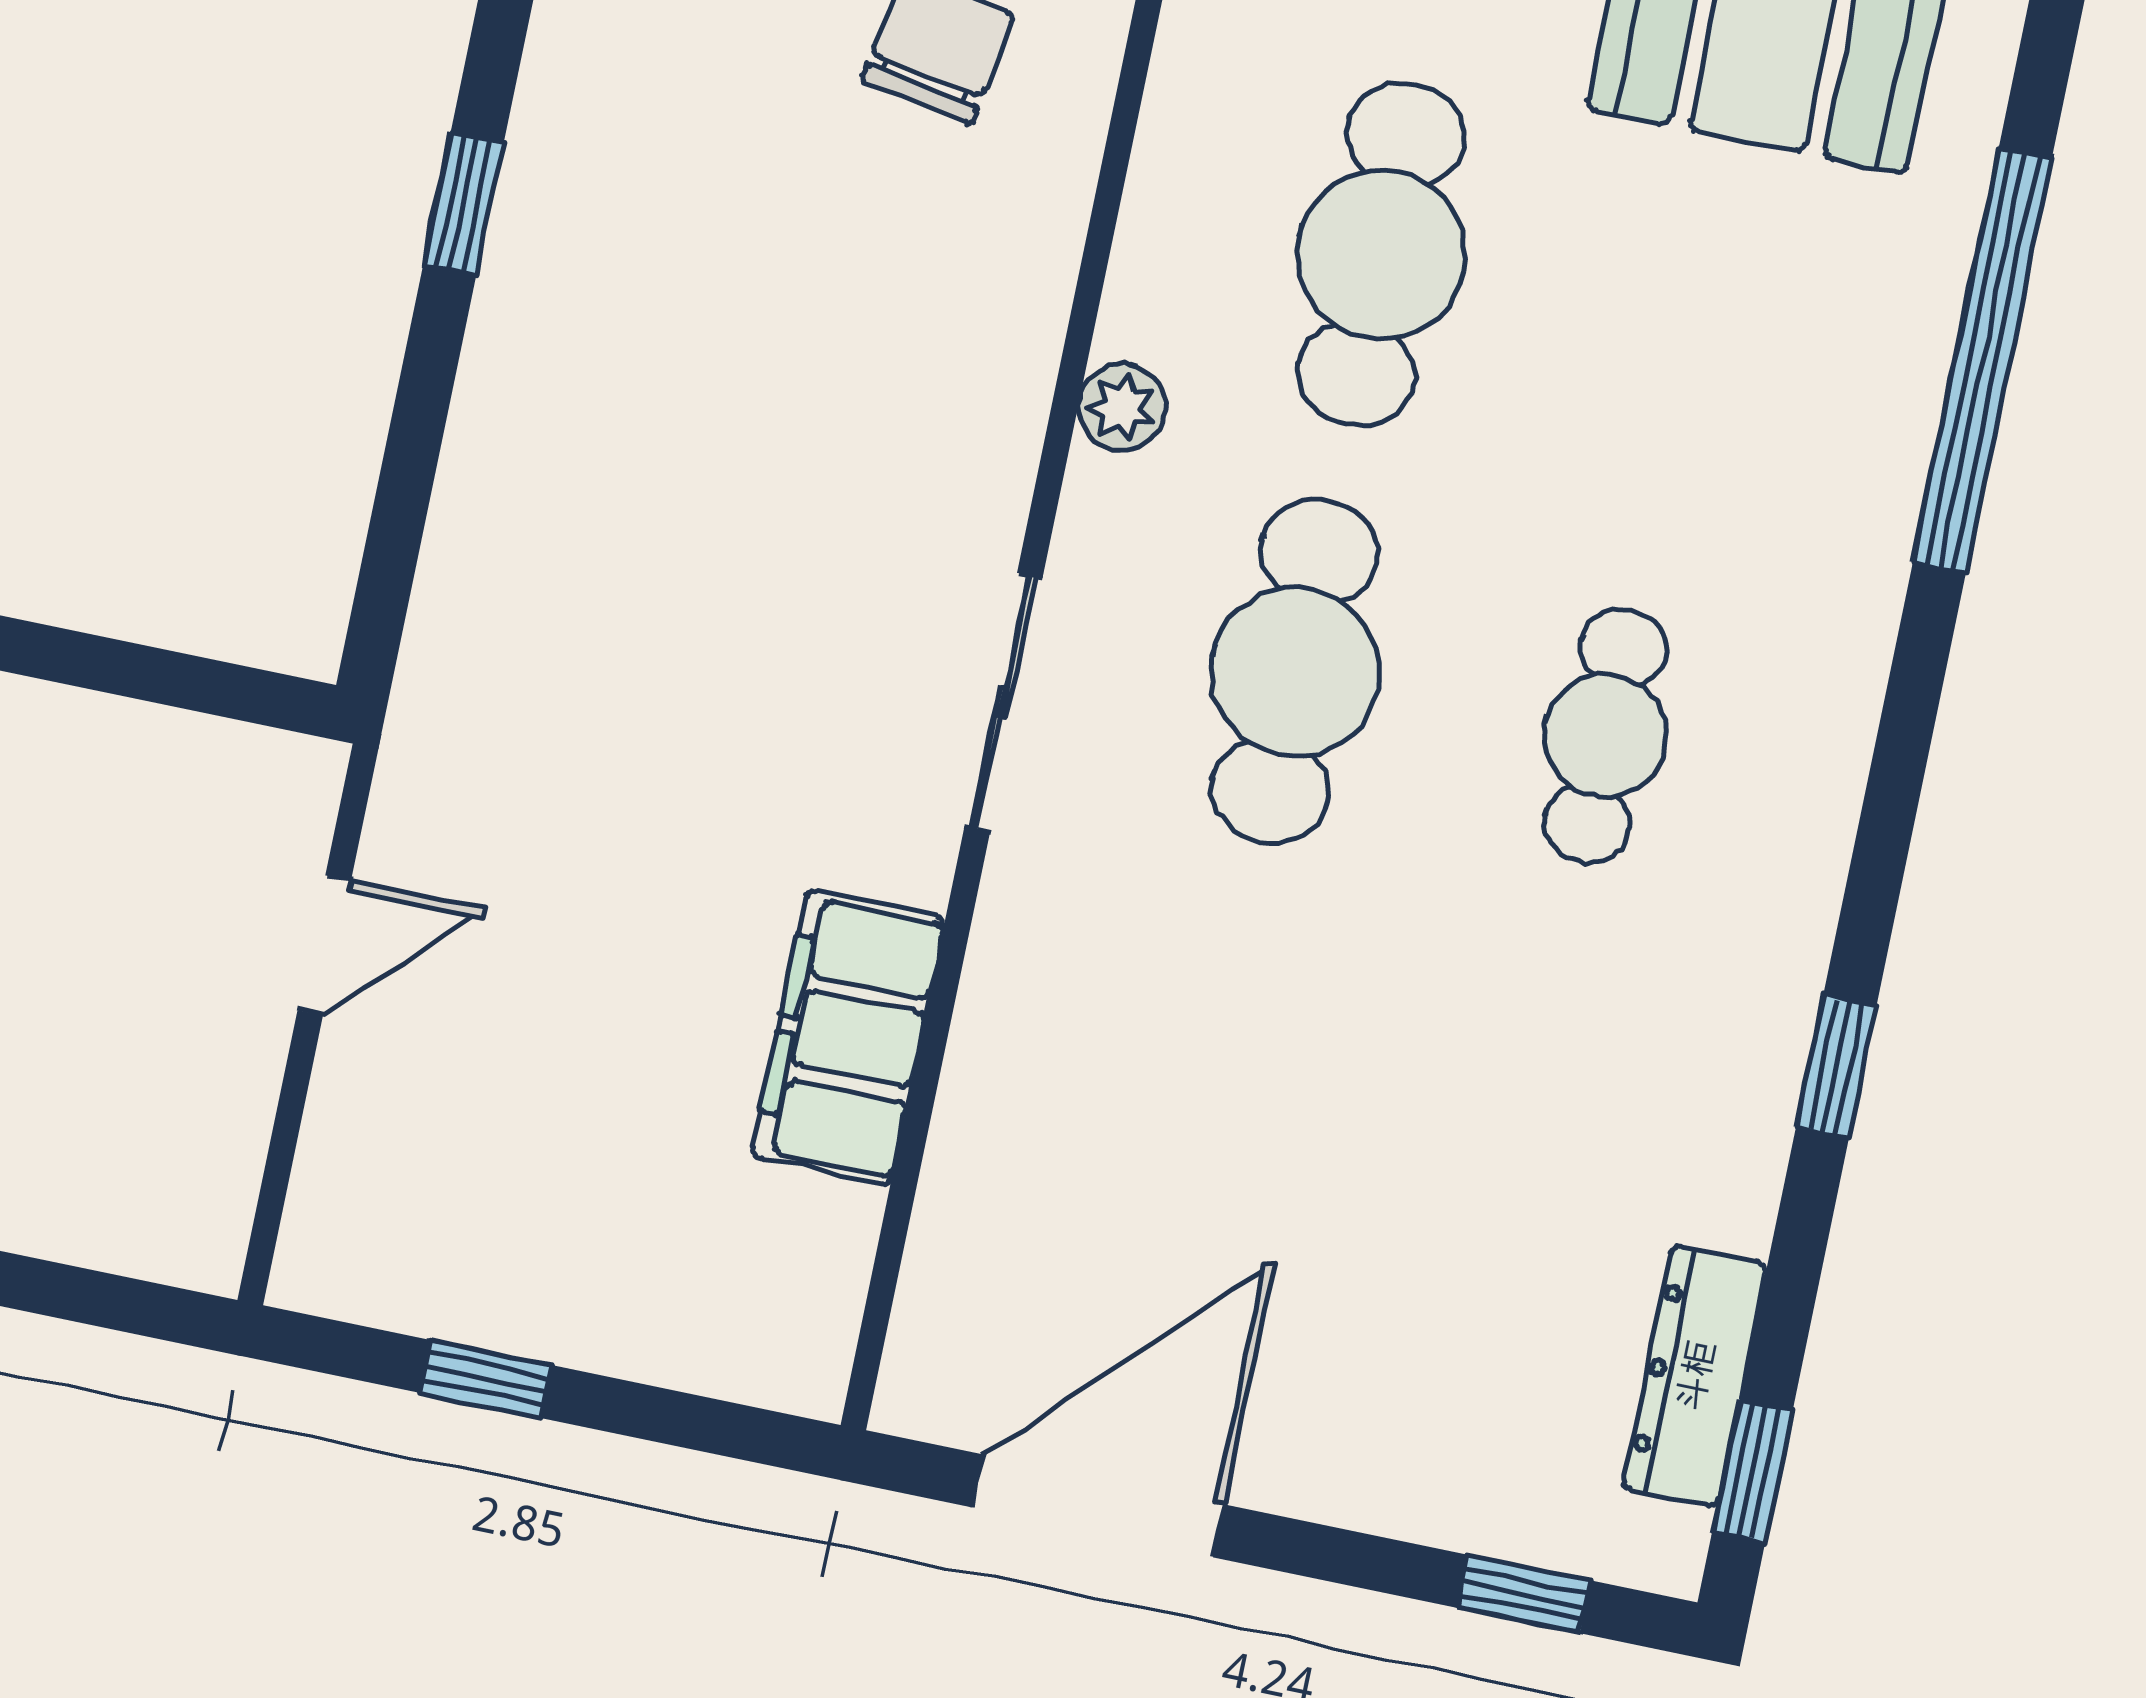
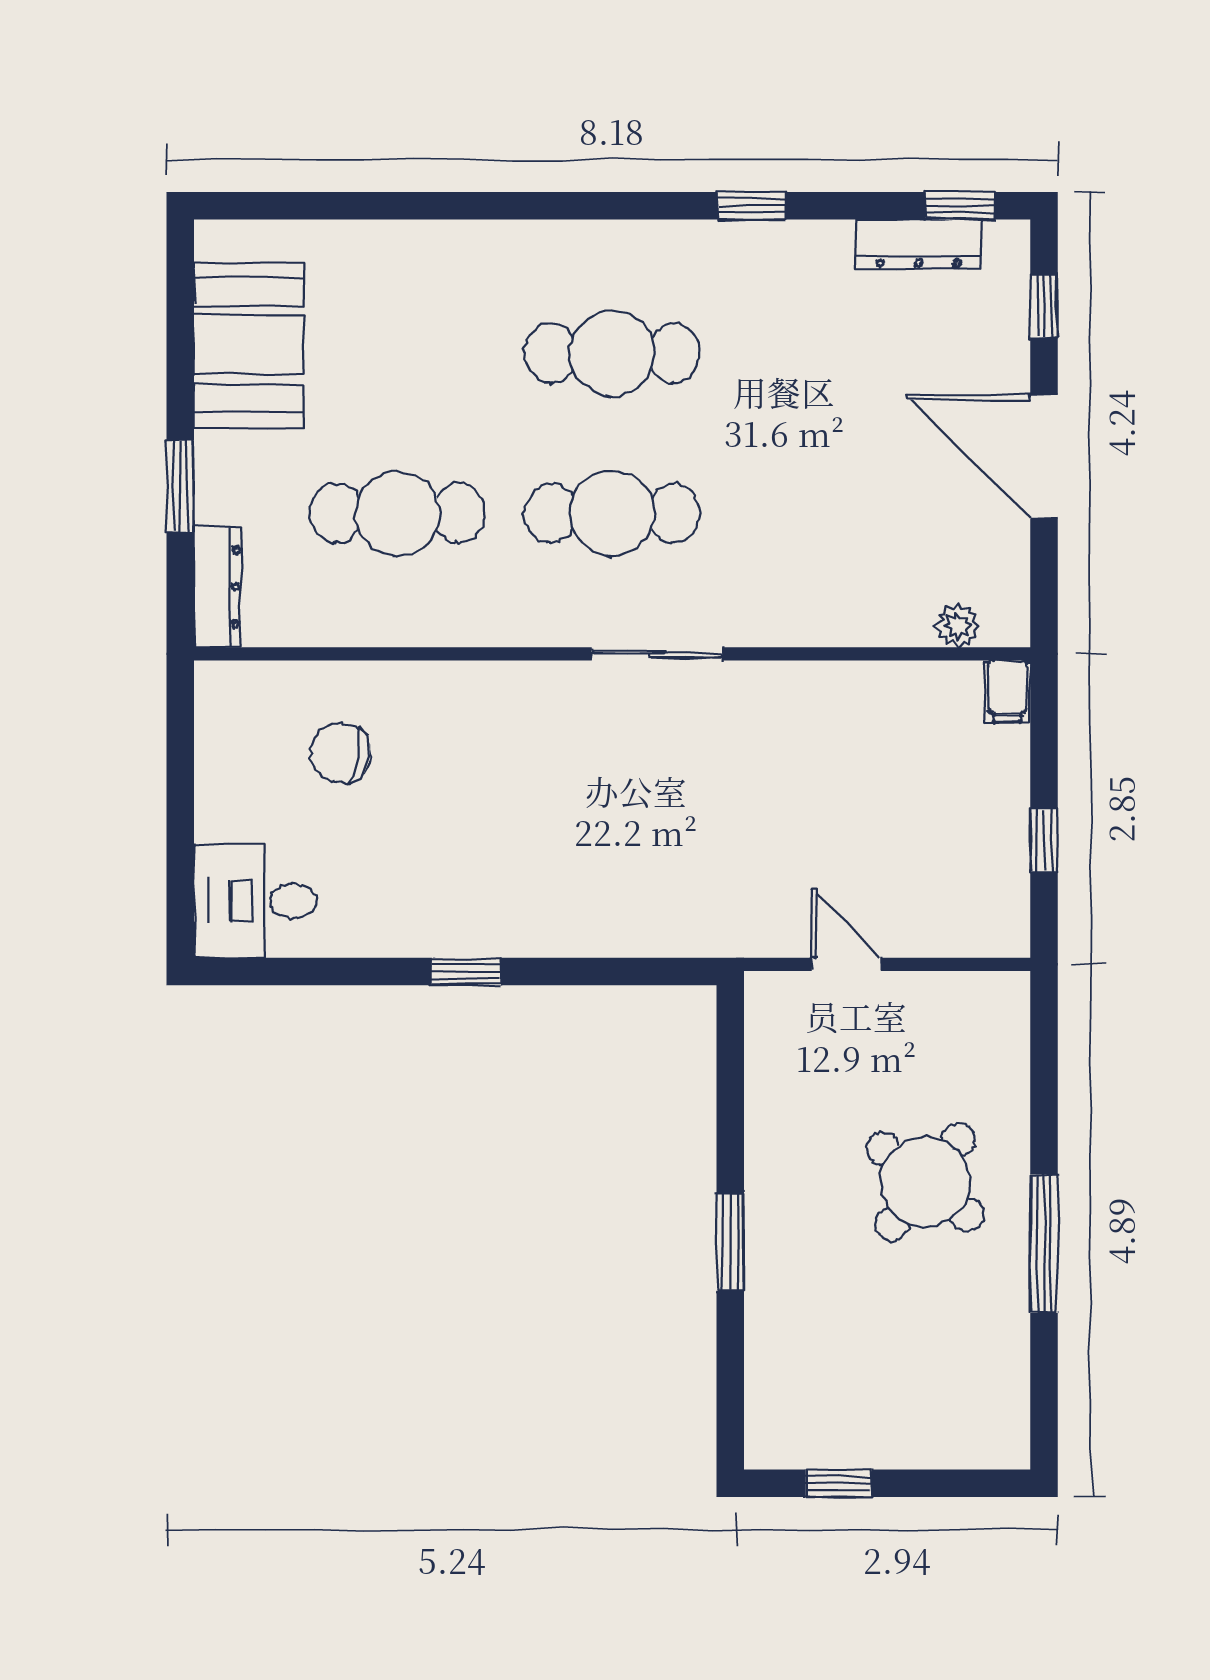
window: (1982, 361) -> (388, 206), removed
plant: (1122, 407) -> (958, 626), moved
cafe table: (1605, 736) -> (612, 353), width x1.37, depth x1.35
filing cabinet: (848, 1037) -> (1007, 691), moved, width x0.33, depth x0.86
door: (1098, 1506) -> (1044, 457), moved

